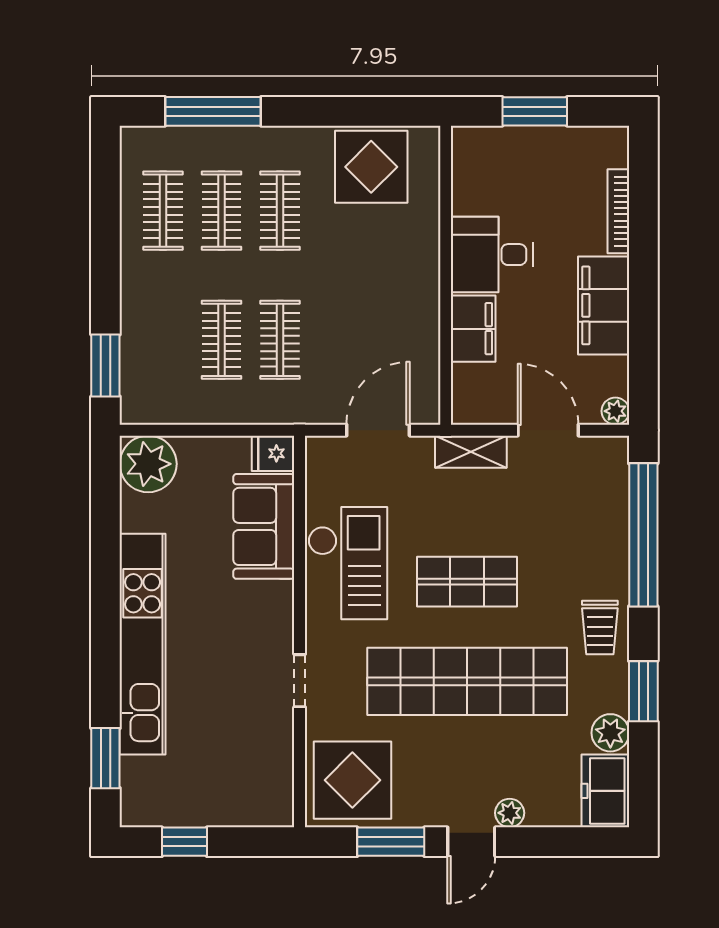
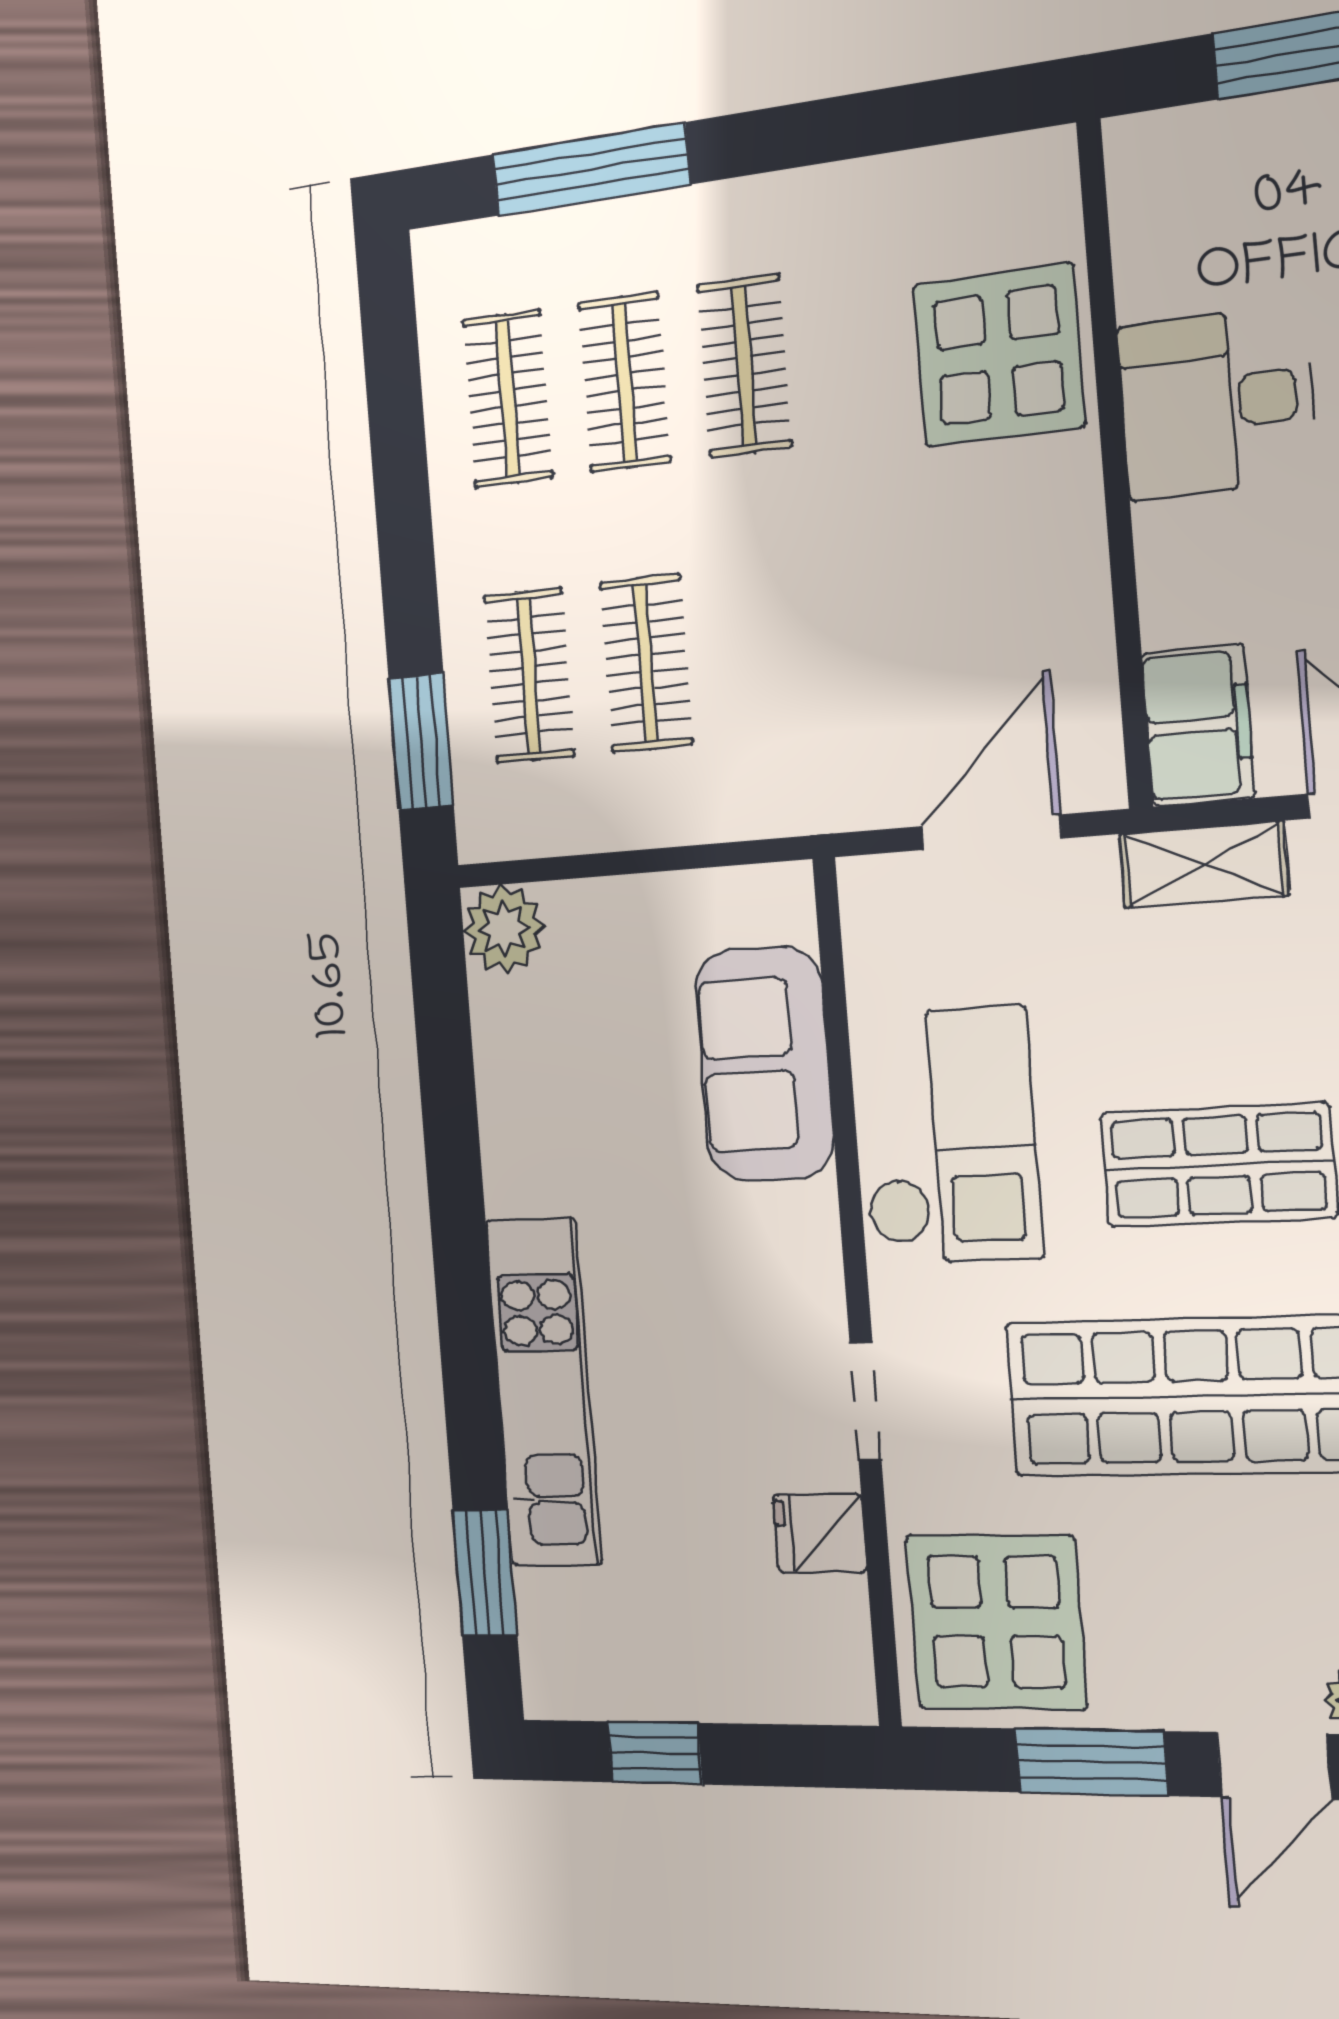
display table: (371, 167) -> (999, 355), moved
filing cabinet: (473, 329) -> (1198, 725), moved
clothes rail: (280, 340) -> (529, 676), moved
fridge: (273, 453) -> (820, 1533), moved
plant: (148, 464) -> (504, 929), width x0.73, depth x0.73
kitchen unit: (143, 644) -> (543, 1392), width x0.73

